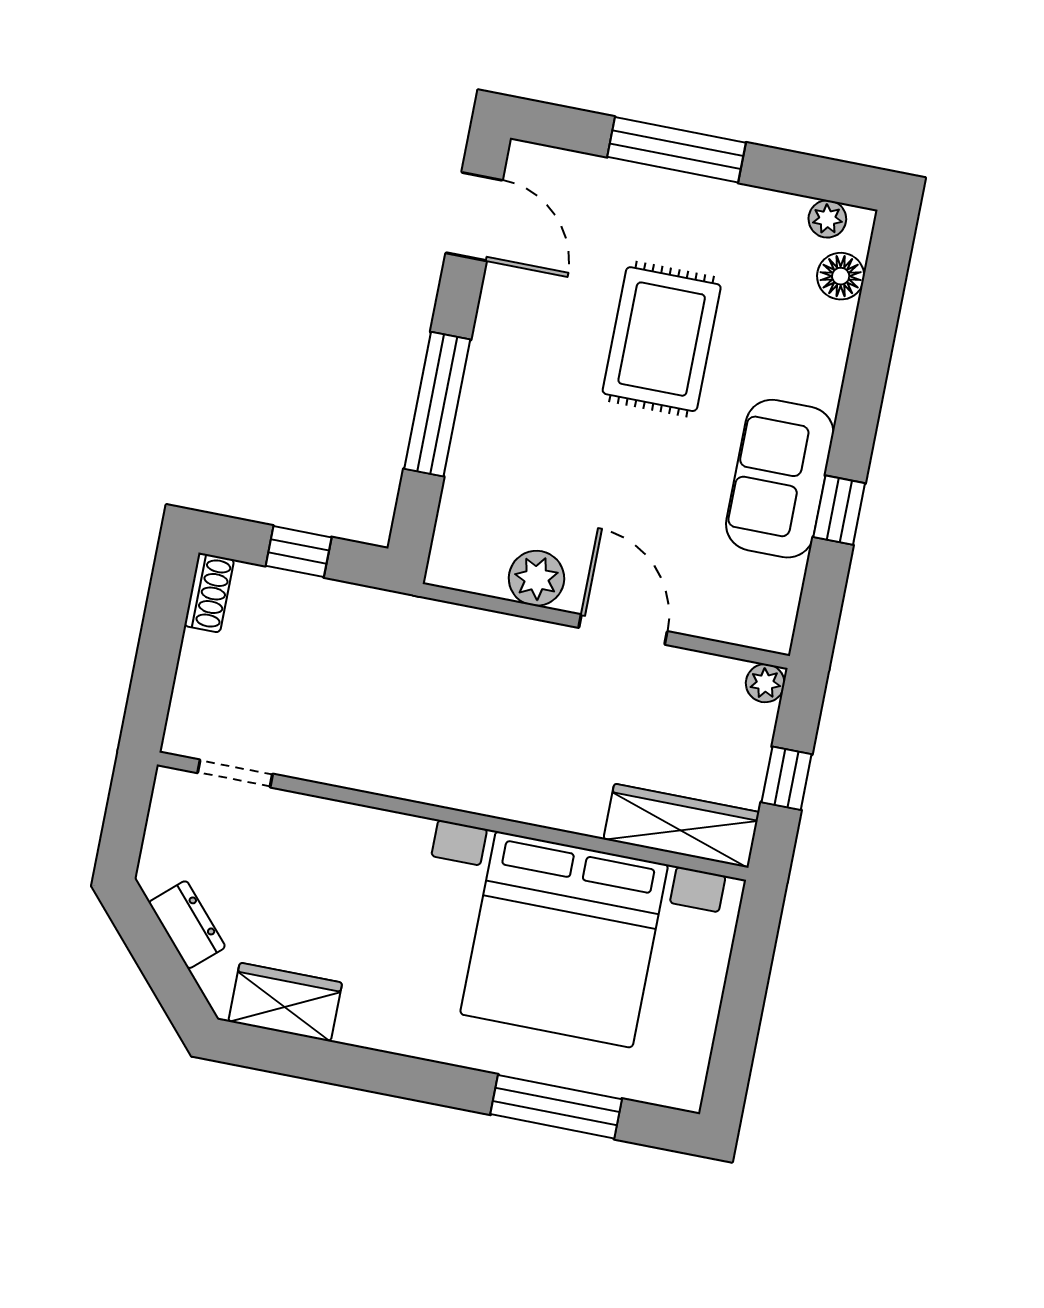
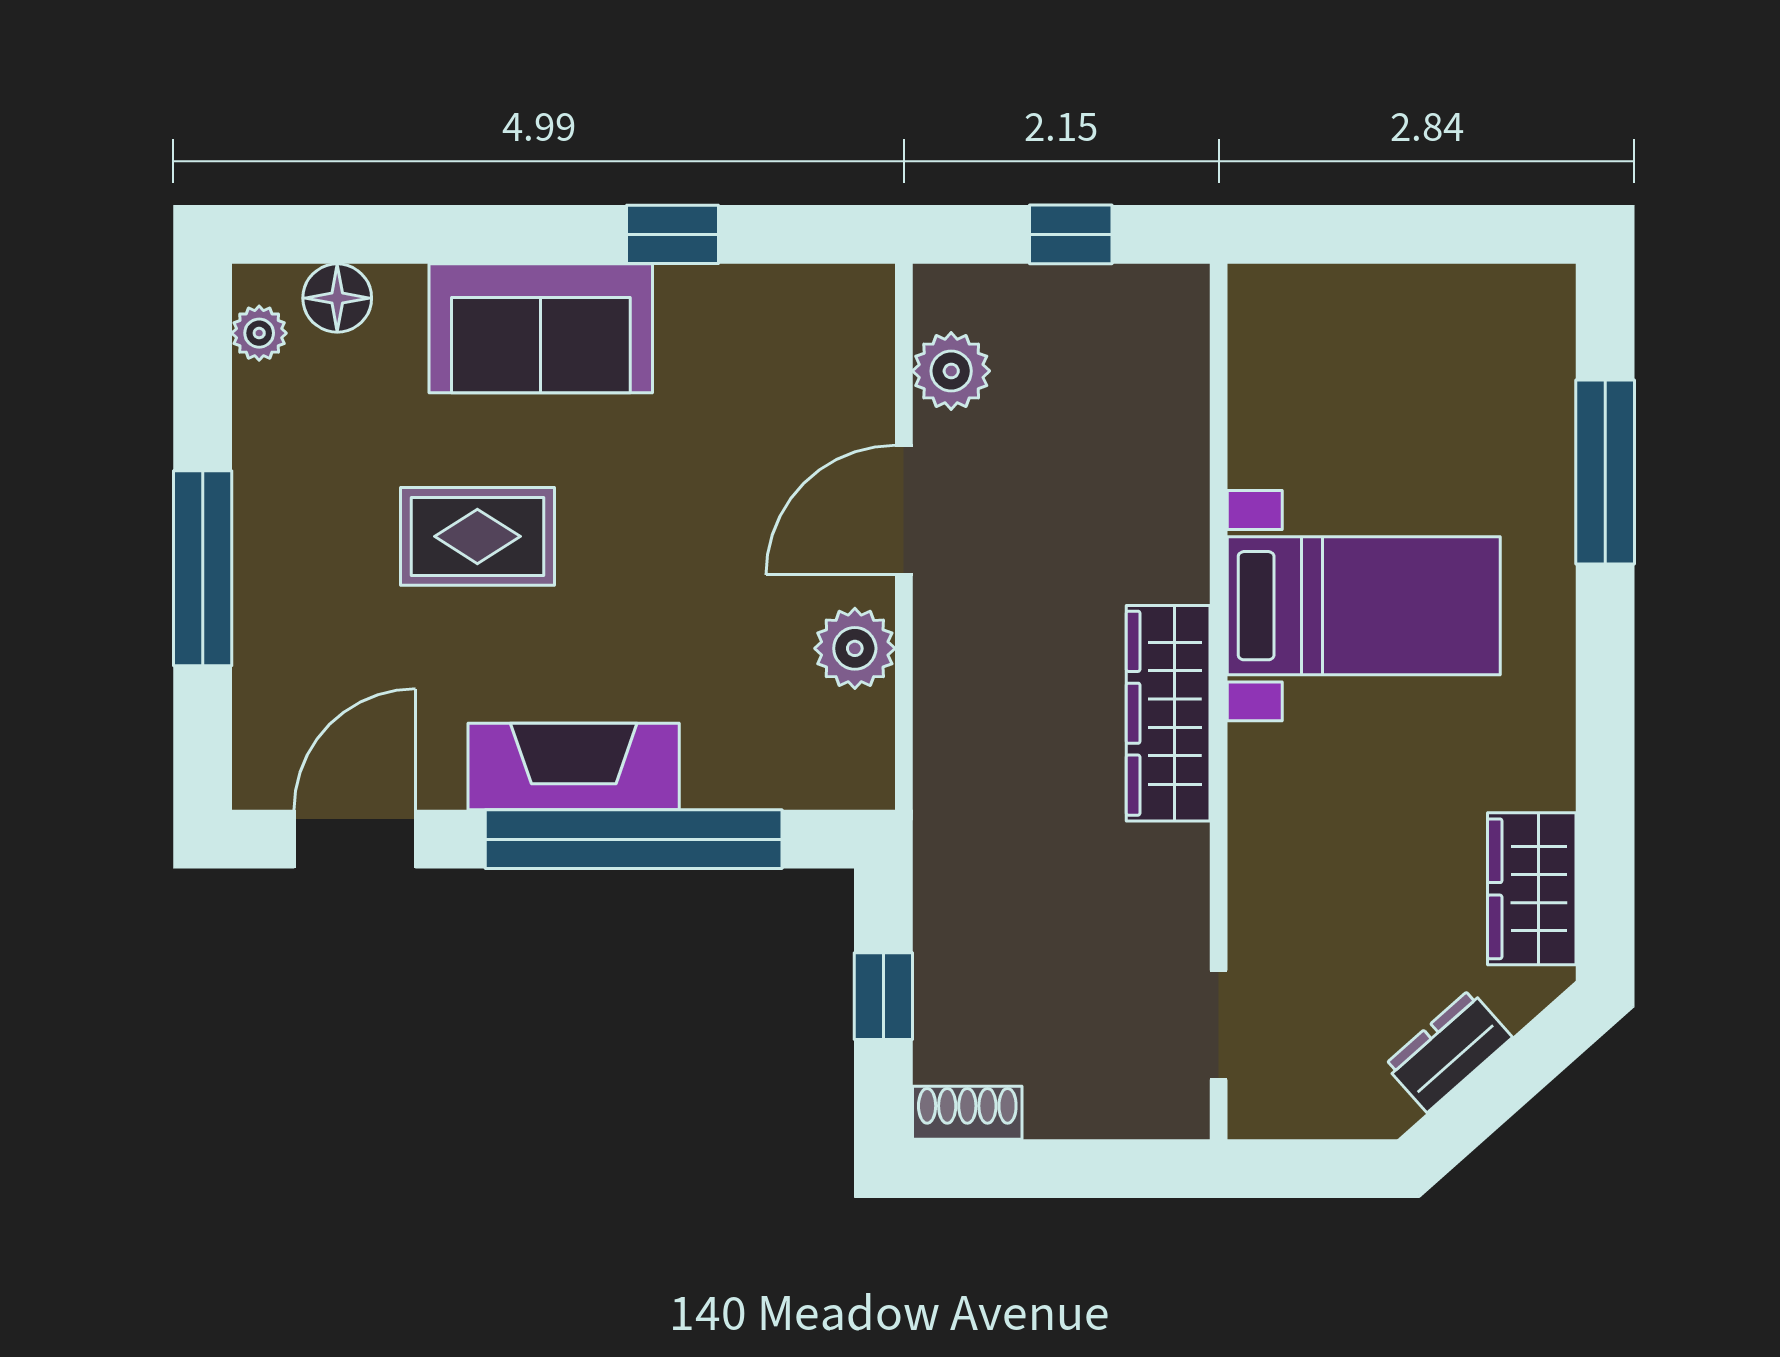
rug: (662, 339) -> (477, 536), width x0.73, depth x0.70
fireplace: (494, 373) -> (574, 766), added
window: (437, 404) -> (634, 839), width x1.46
sofa: (780, 479) -> (541, 328), moved
plant: (765, 683) -> (951, 371), moved, width x1.38, depth x1.38
wardrobe: (681, 826) -> (1168, 713), moved
bed with nightstands: (564, 939) -> (1364, 606), width x0.54

